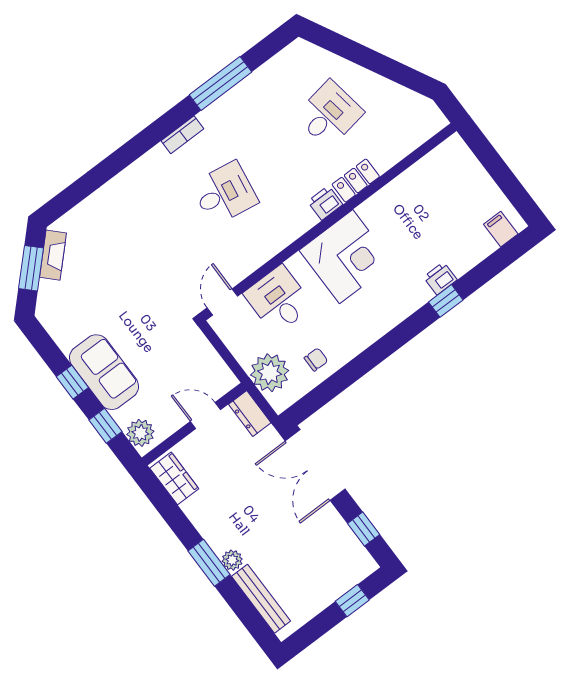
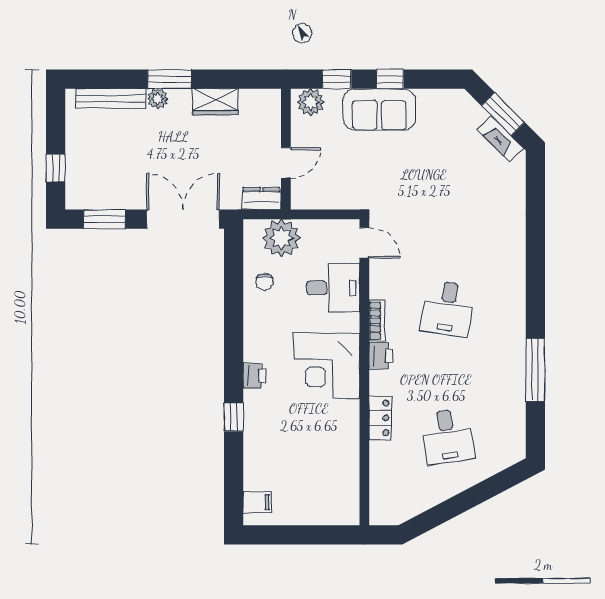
bookcase: (182, 135) -> (377, 321), moved, turned 180
printer: (325, 203) -> (381, 356), moved
printer: (440, 278) -> (254, 376), moved
wardrobe: (174, 478) -> (215, 102), moved
window: (364, 529) -> (105, 219), width x1.50

